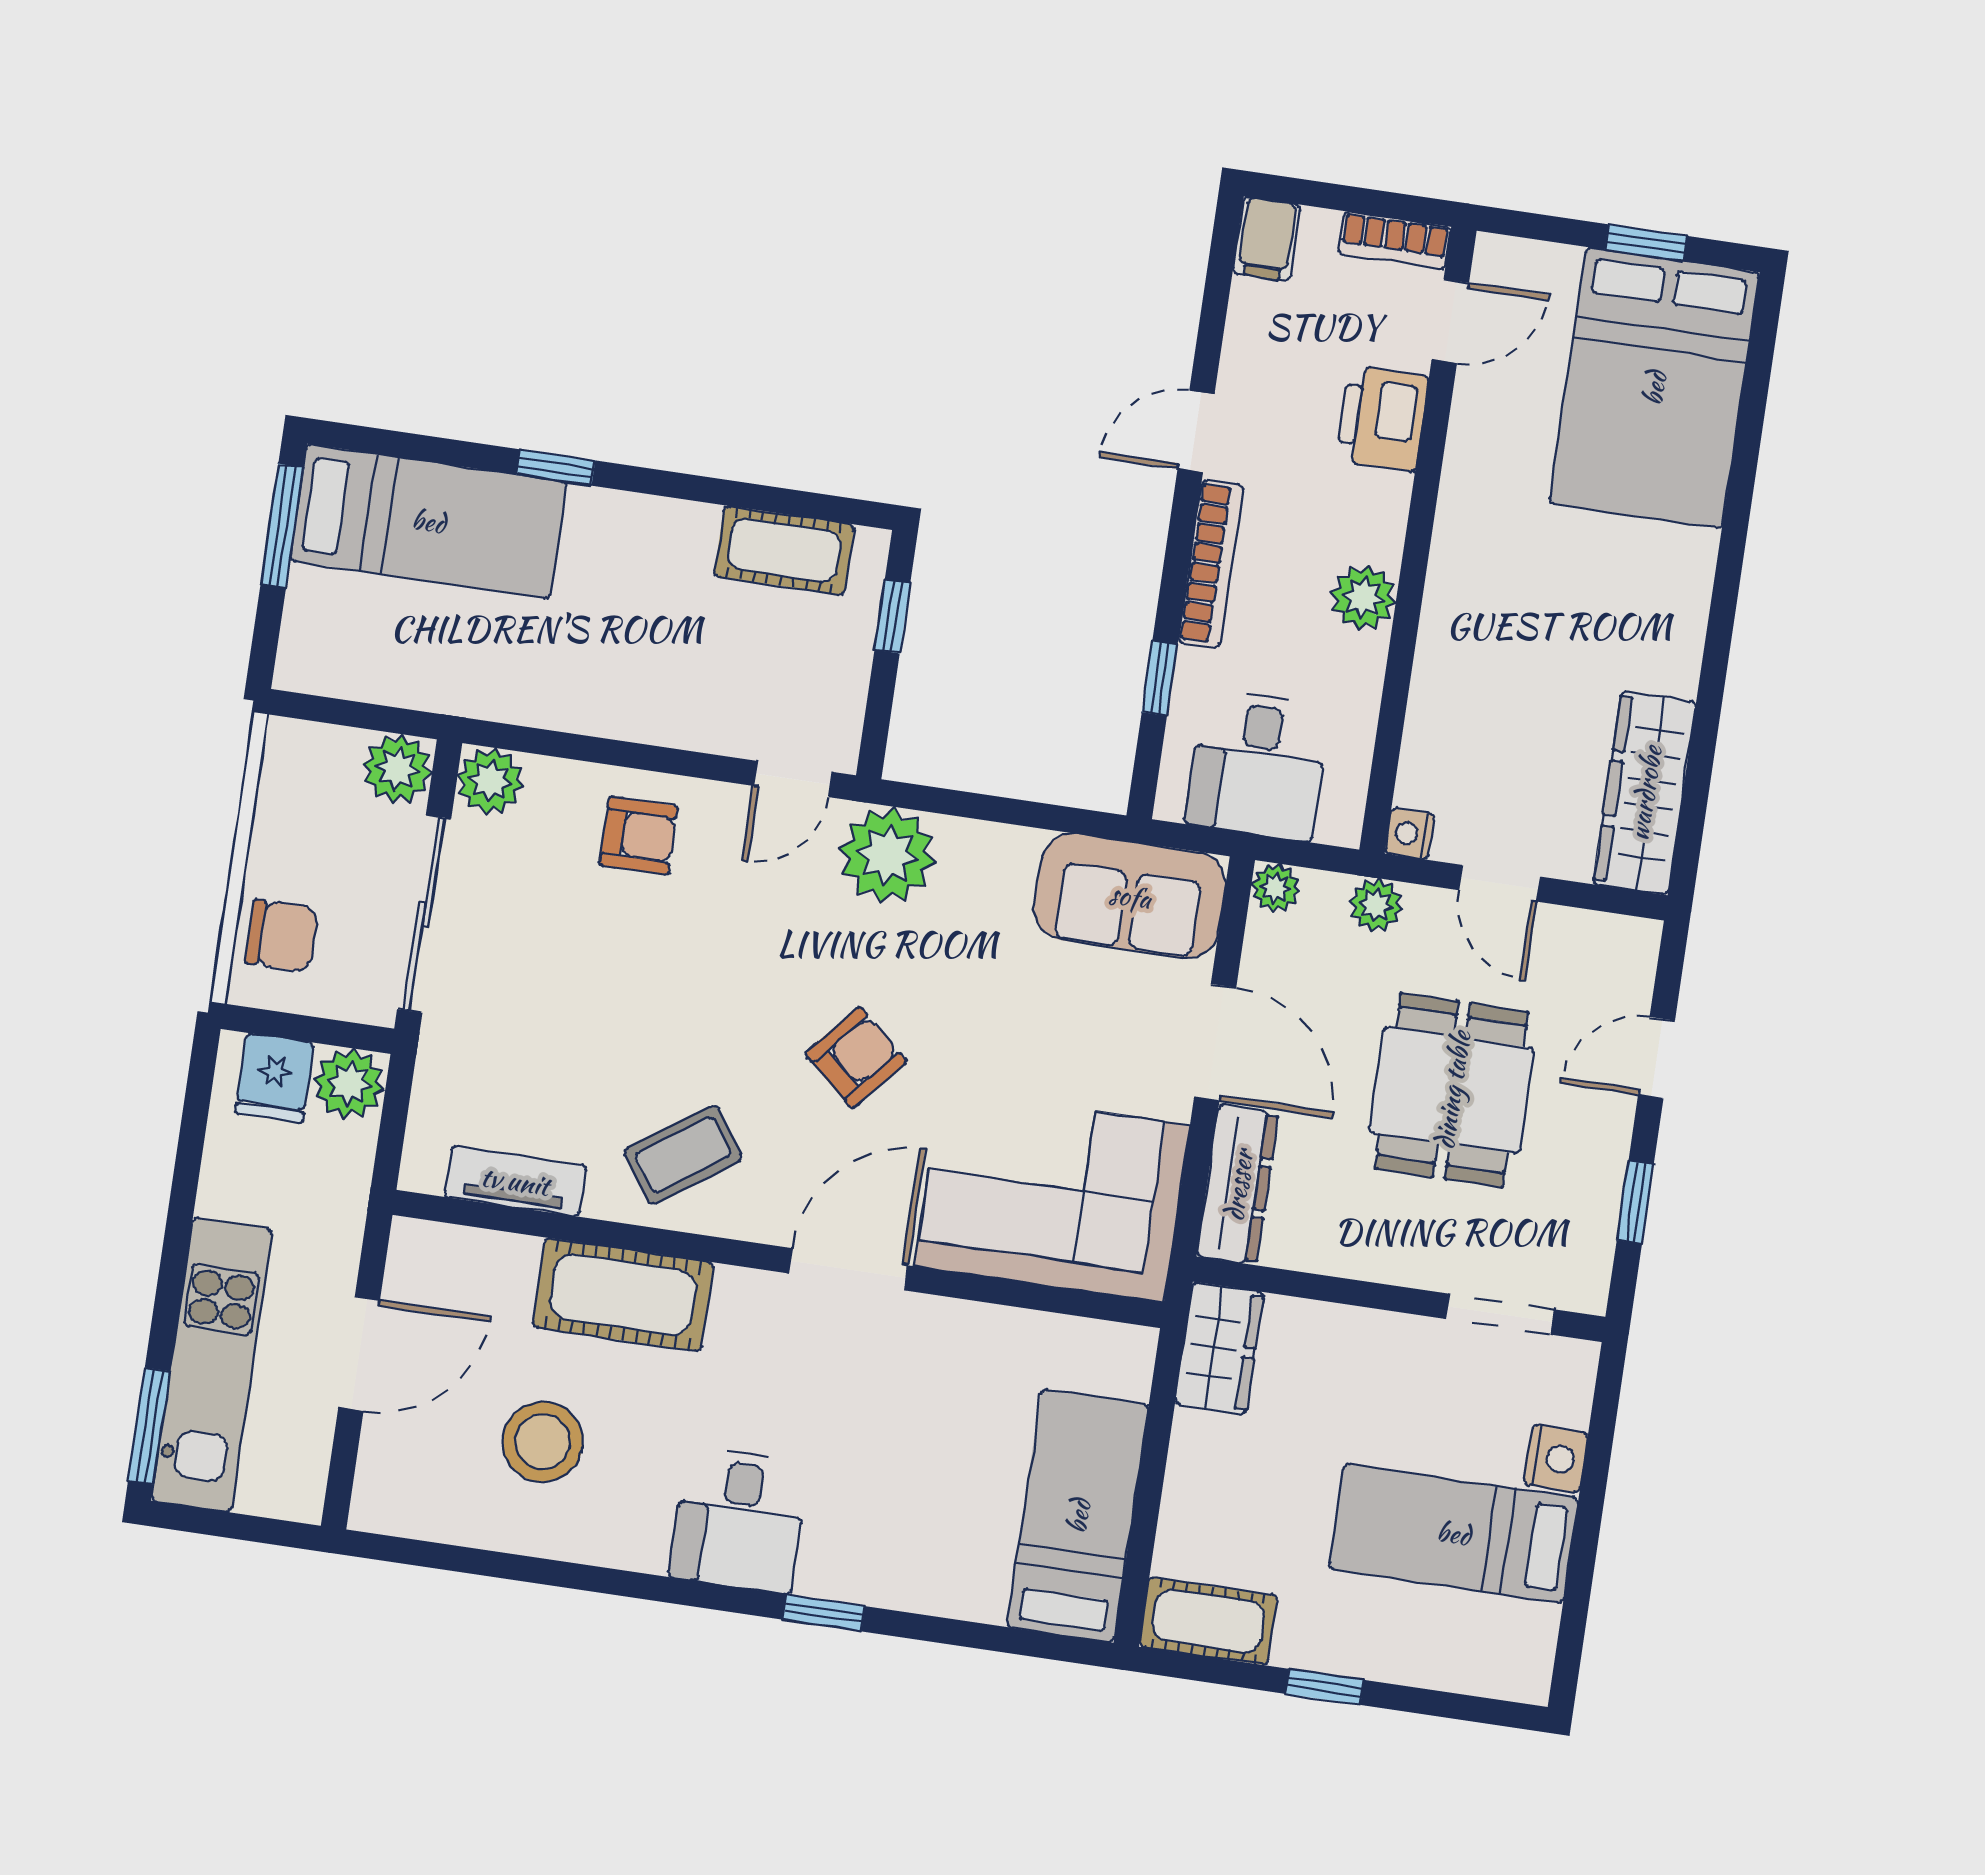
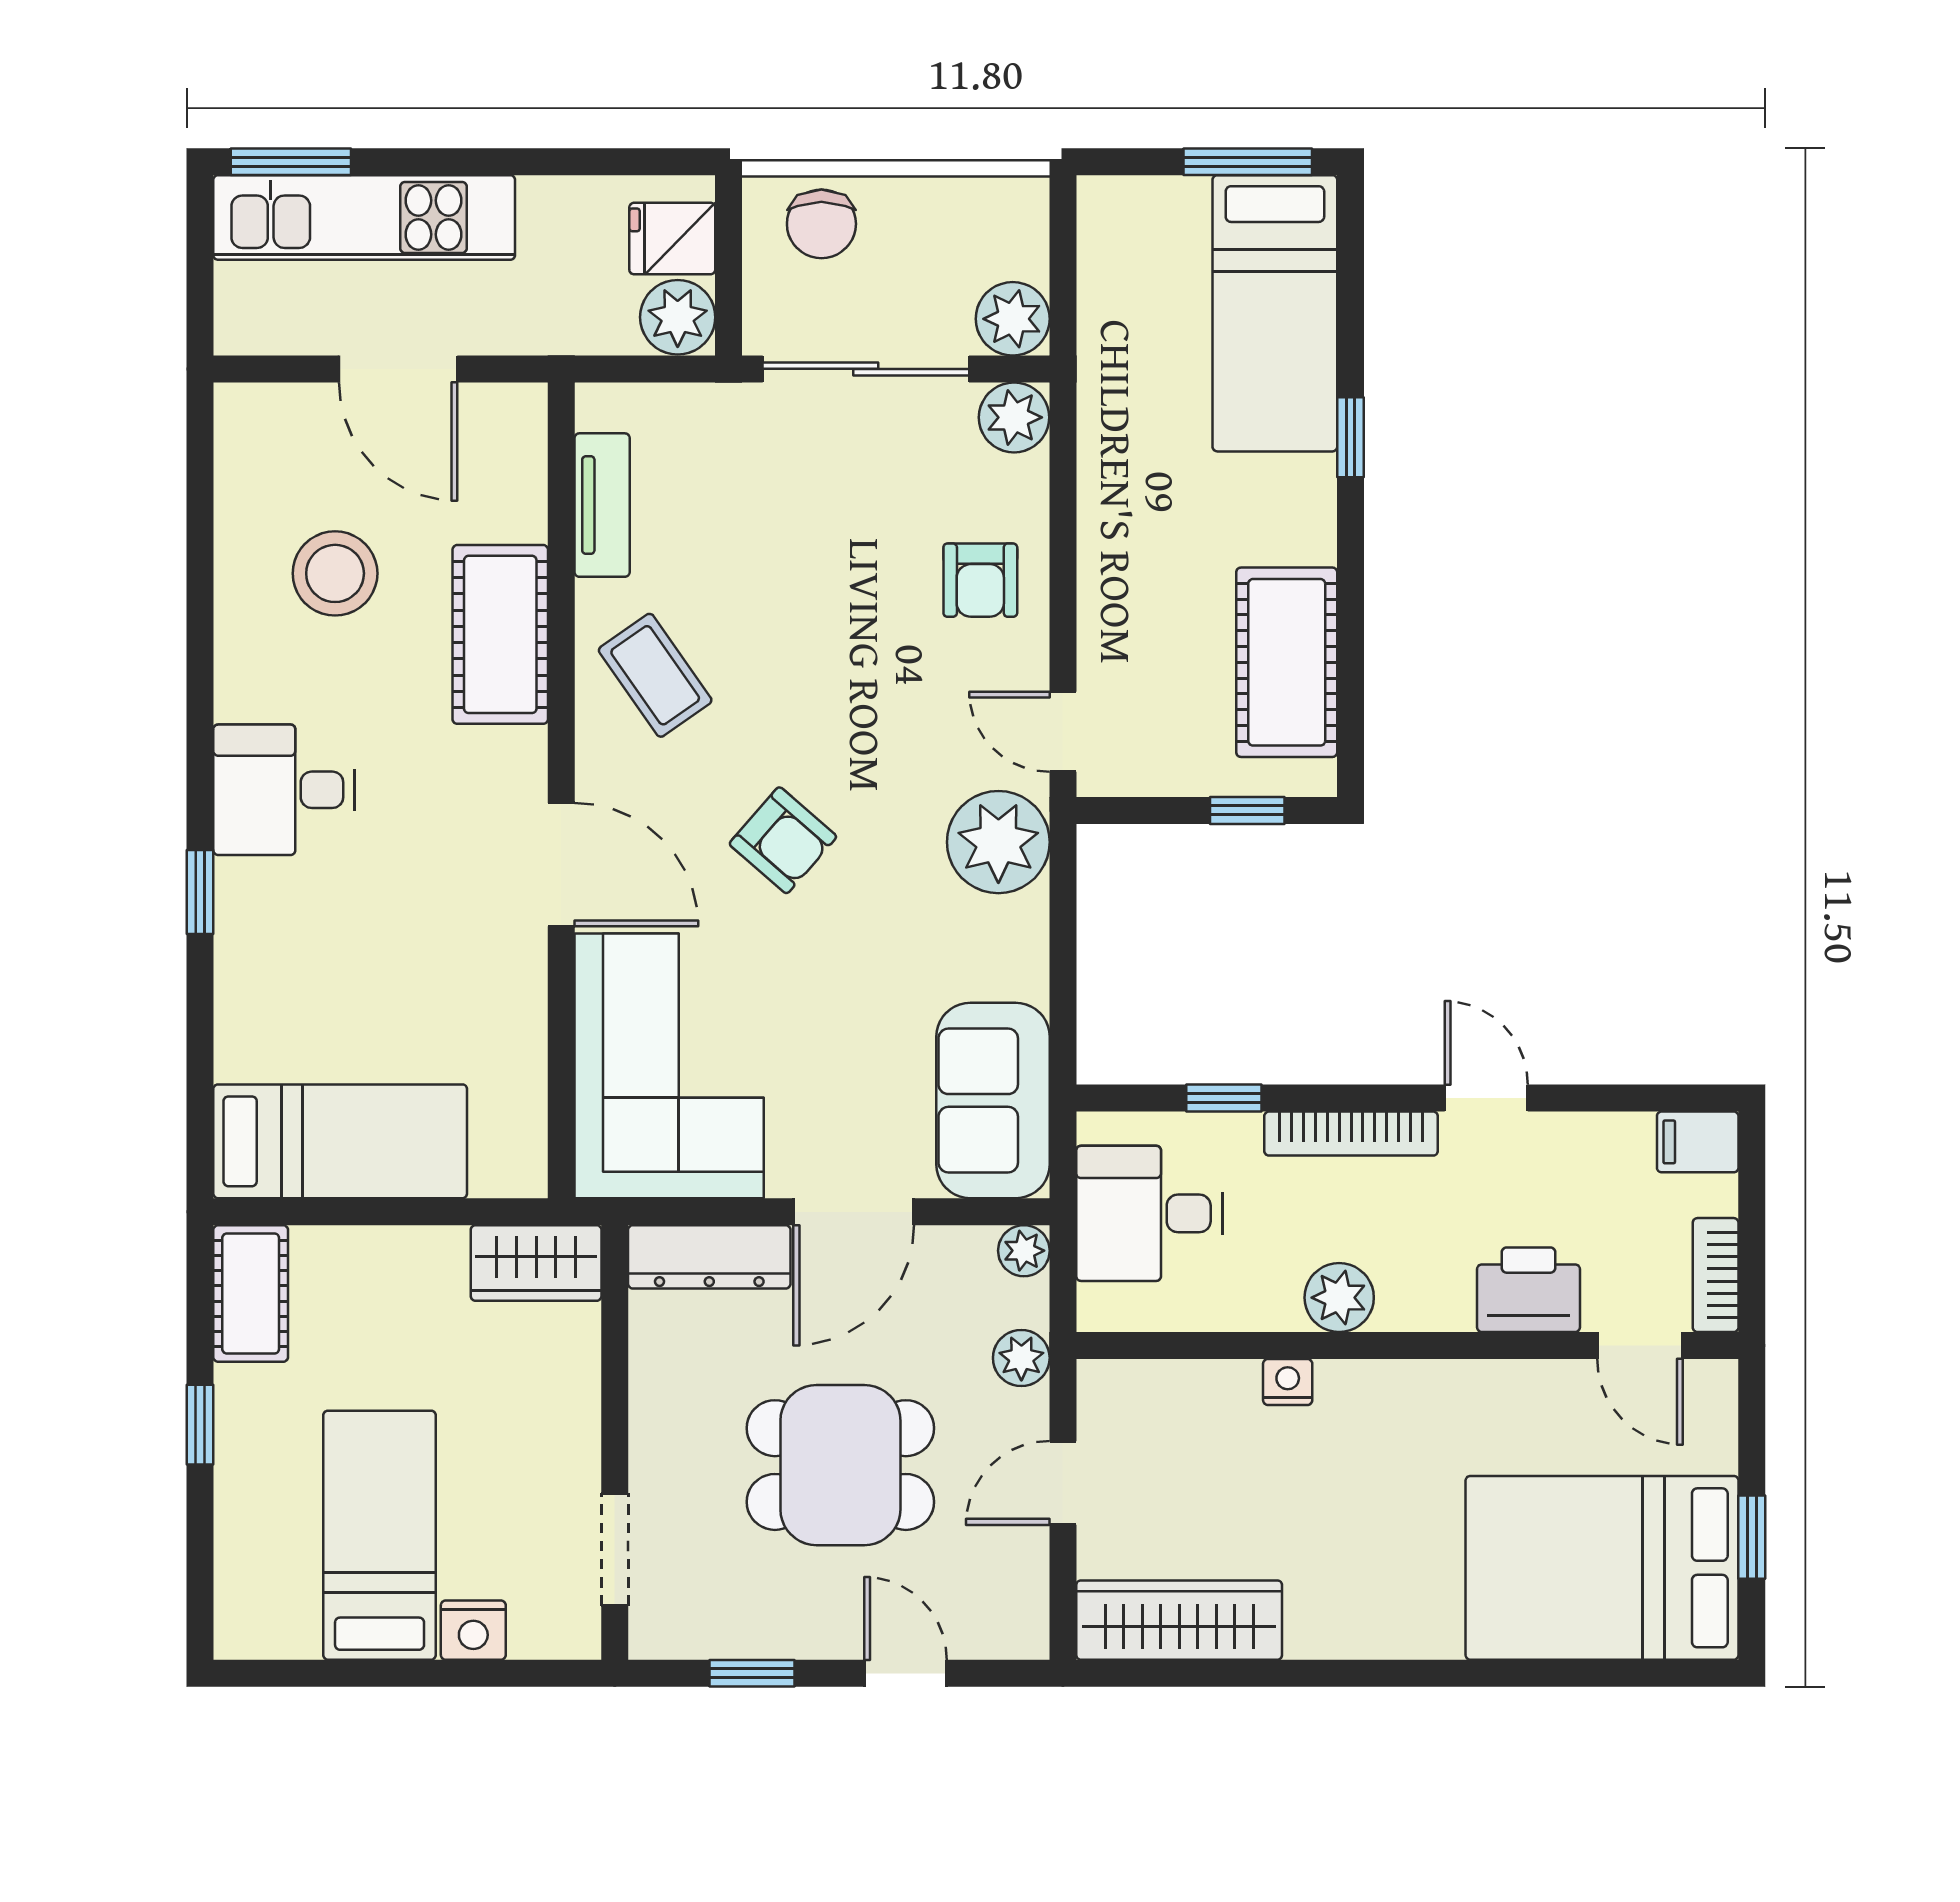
cot: (784, 550) -> (1287, 662), width x1.37, depth x1.34
nightstand: (1410, 834) -> (1288, 1382), moved

